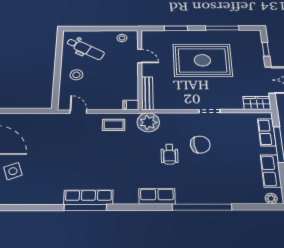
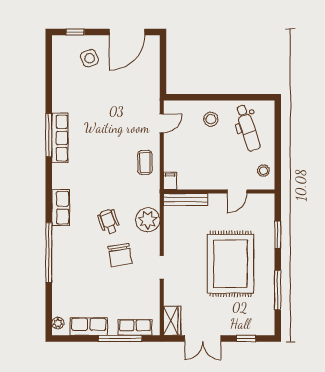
dental chair: (85, 49) -> (248, 128), turned -47
plant: (148, 122) -> (148, 220), moved
wheelchair: (169, 154) -> (109, 222), turned 70

